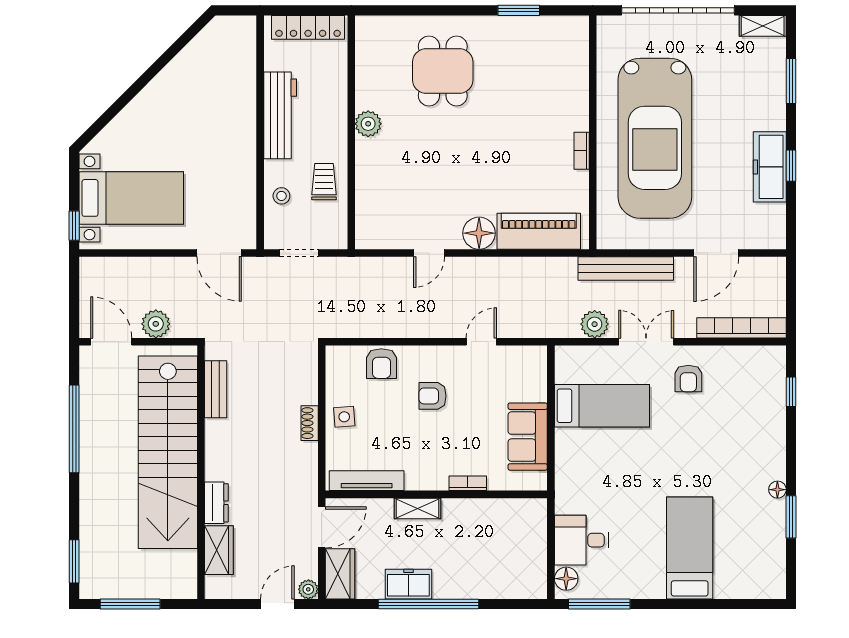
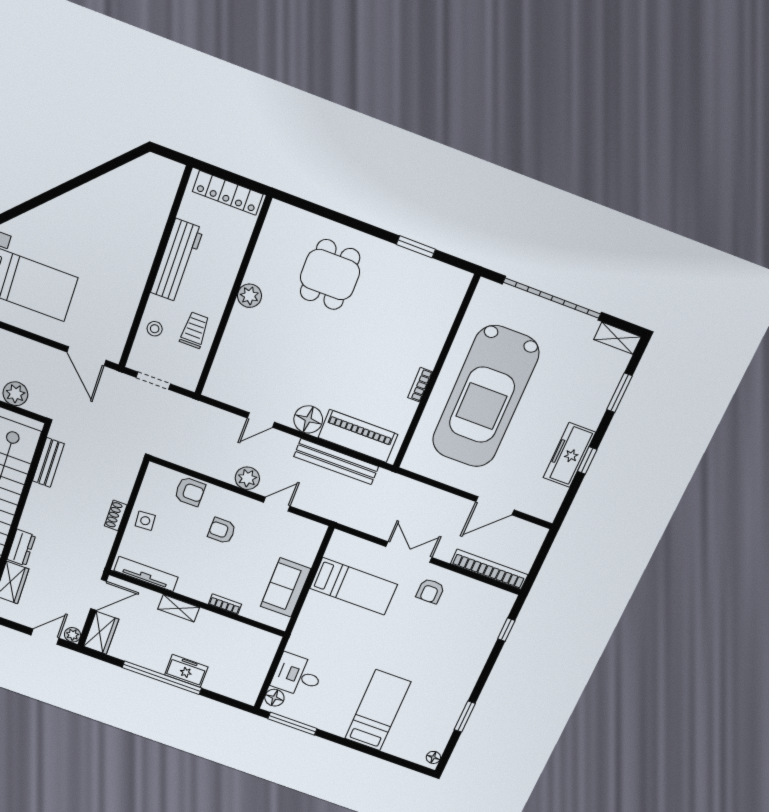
bench: (626, 269) -> (336, 462), moved
plant: (595, 324) -> (247, 478), moved
armchair: (381, 364) -> (190, 492), turned -90
floor lamp: (777, 490) -> (433, 757), moved
freezer: (408, 584) -> (186, 671), moved

